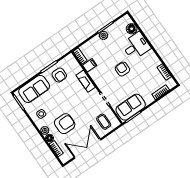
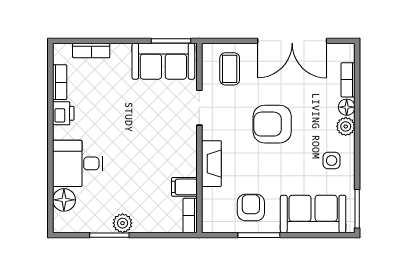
printer: (155, 61) -> (63, 113), added
armchair: (122, 69) -> (131, 139), removed
armchair: (65, 124) -> (272, 124), moved

